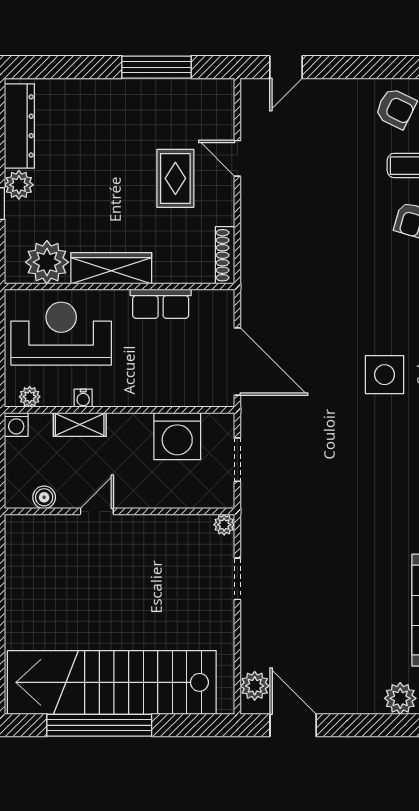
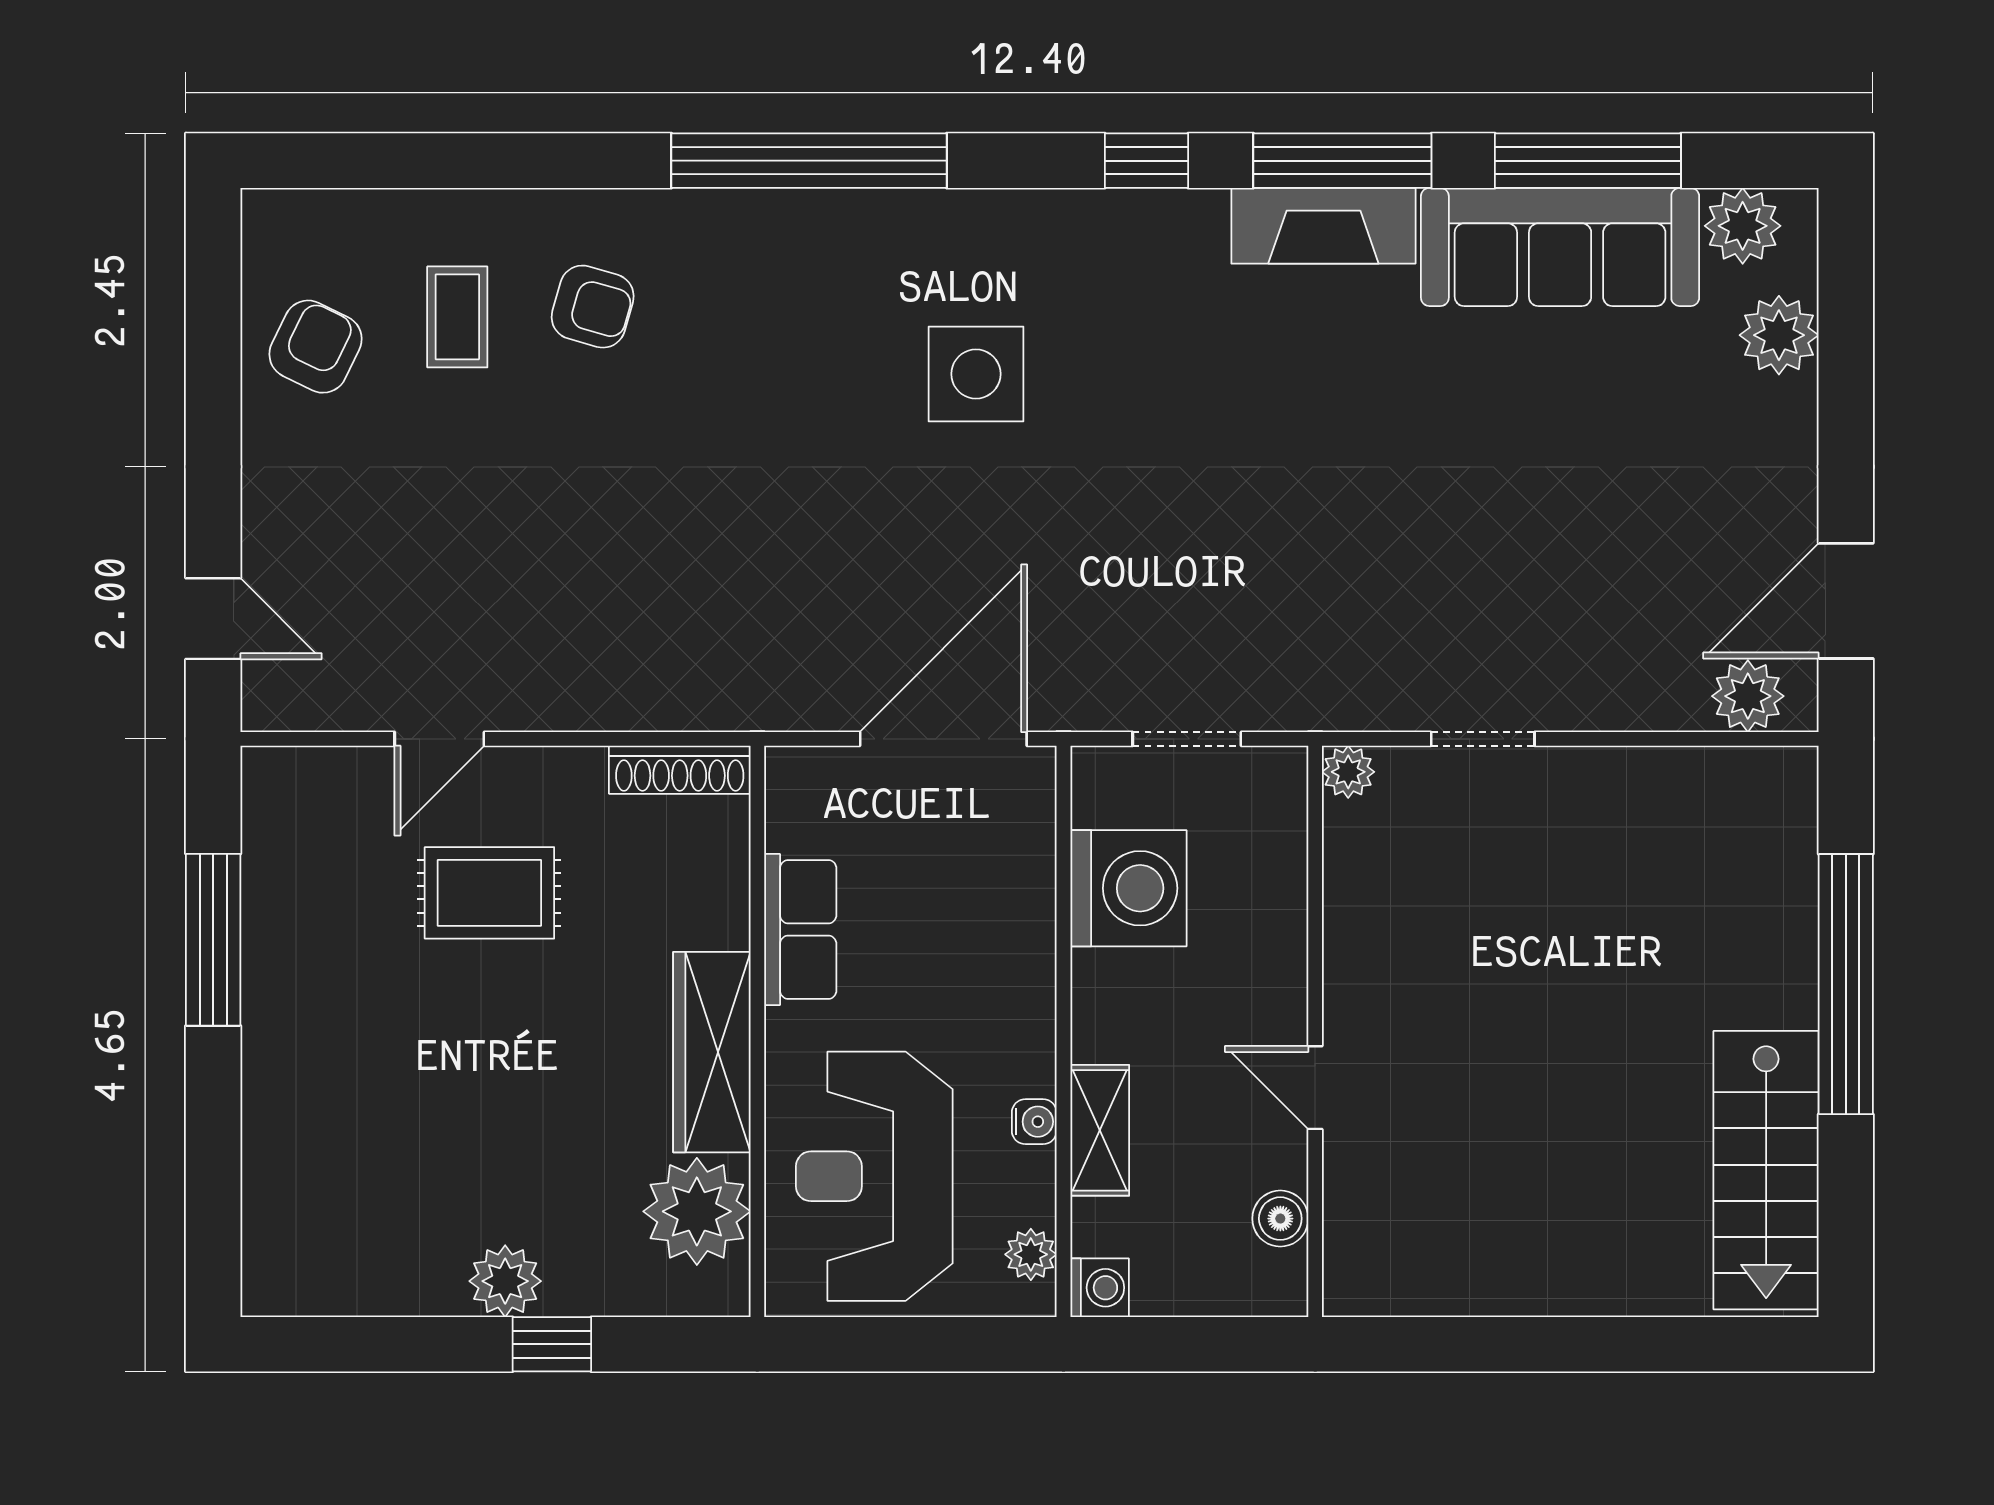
dresser: (19, 126) -> (359, 1280), removed
stairs: (112, 682) -> (1766, 1170), width x0.54, depth x0.66
window: (99, 725) -> (1846, 984), moved

